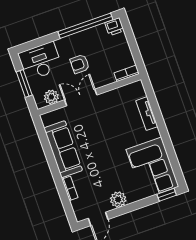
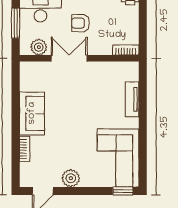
sofa: (63, 149) -> (32, 113), width x0.73

